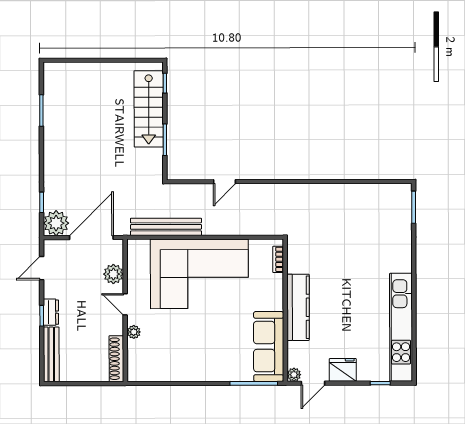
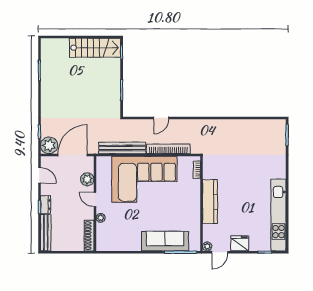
stairs: (149, 109) -> (95, 48), moved, turned -90
bookcase: (235, 228) -> (168, 149), added
door: (42, 268) -> (39, 175), swing flipped
sofa: (269, 346) -> (165, 241), moved, turned 90

